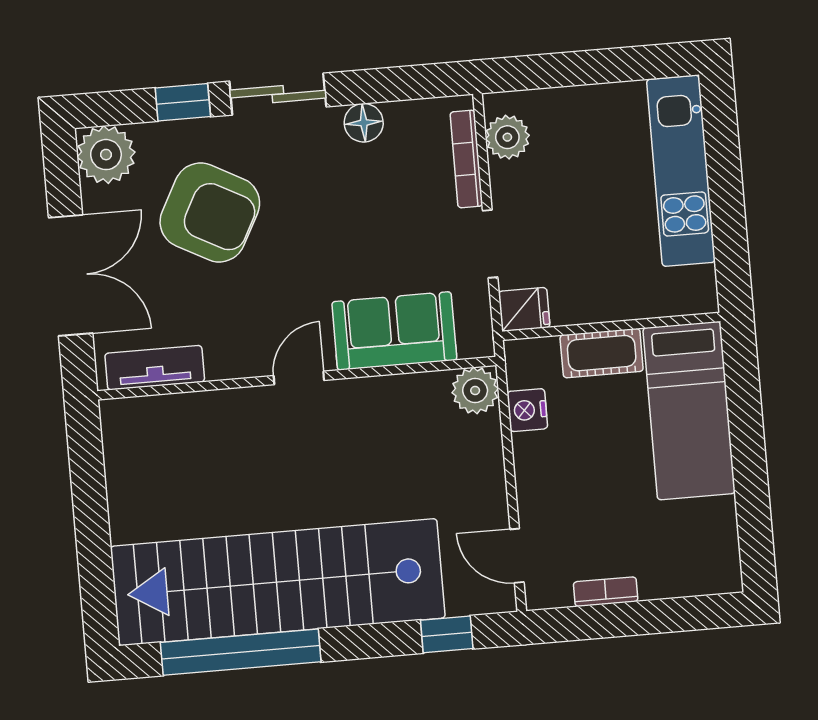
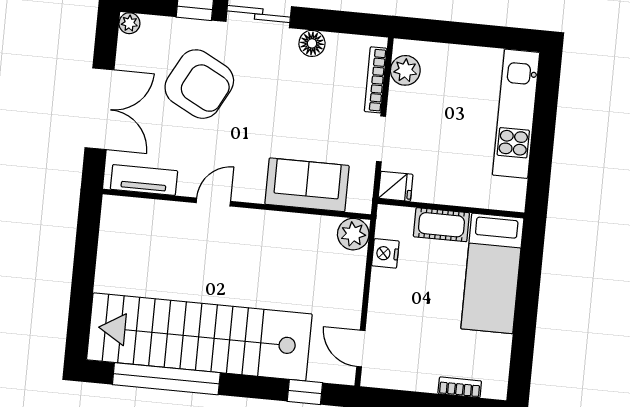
plant: (106, 155) -> (129, 23), width x0.53, depth x0.53
door: (299, 378) -> (213, 202), moved
bookcase: (606, 592) -> (460, 387), moved

